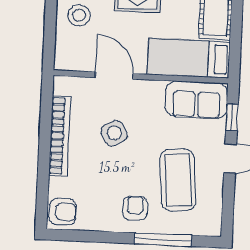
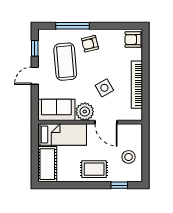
plant: (149, 95) -> (85, 112), added
window: (232, 117) -> (35, 48), moved
armchair: (135, 208) -> (90, 44), turned 76

